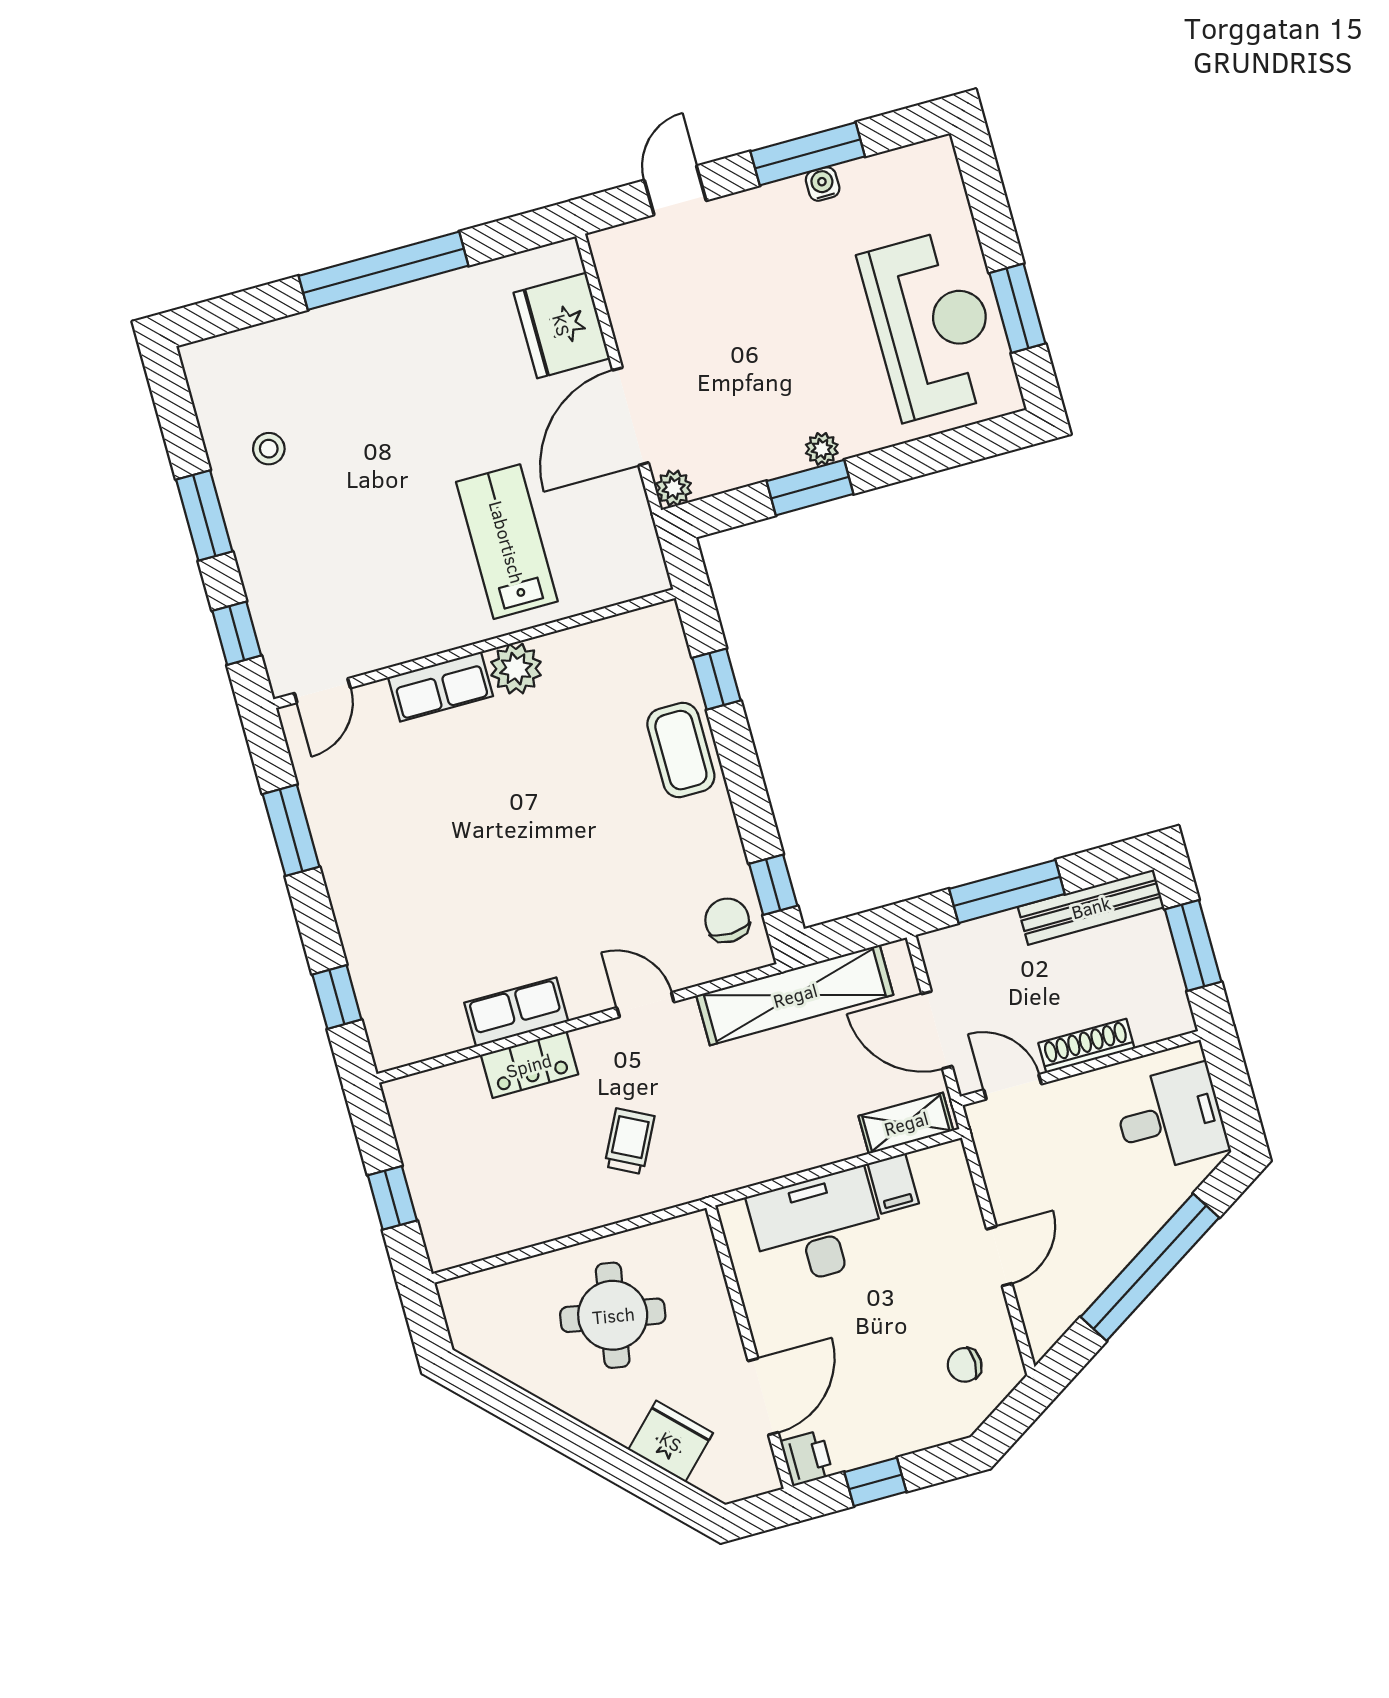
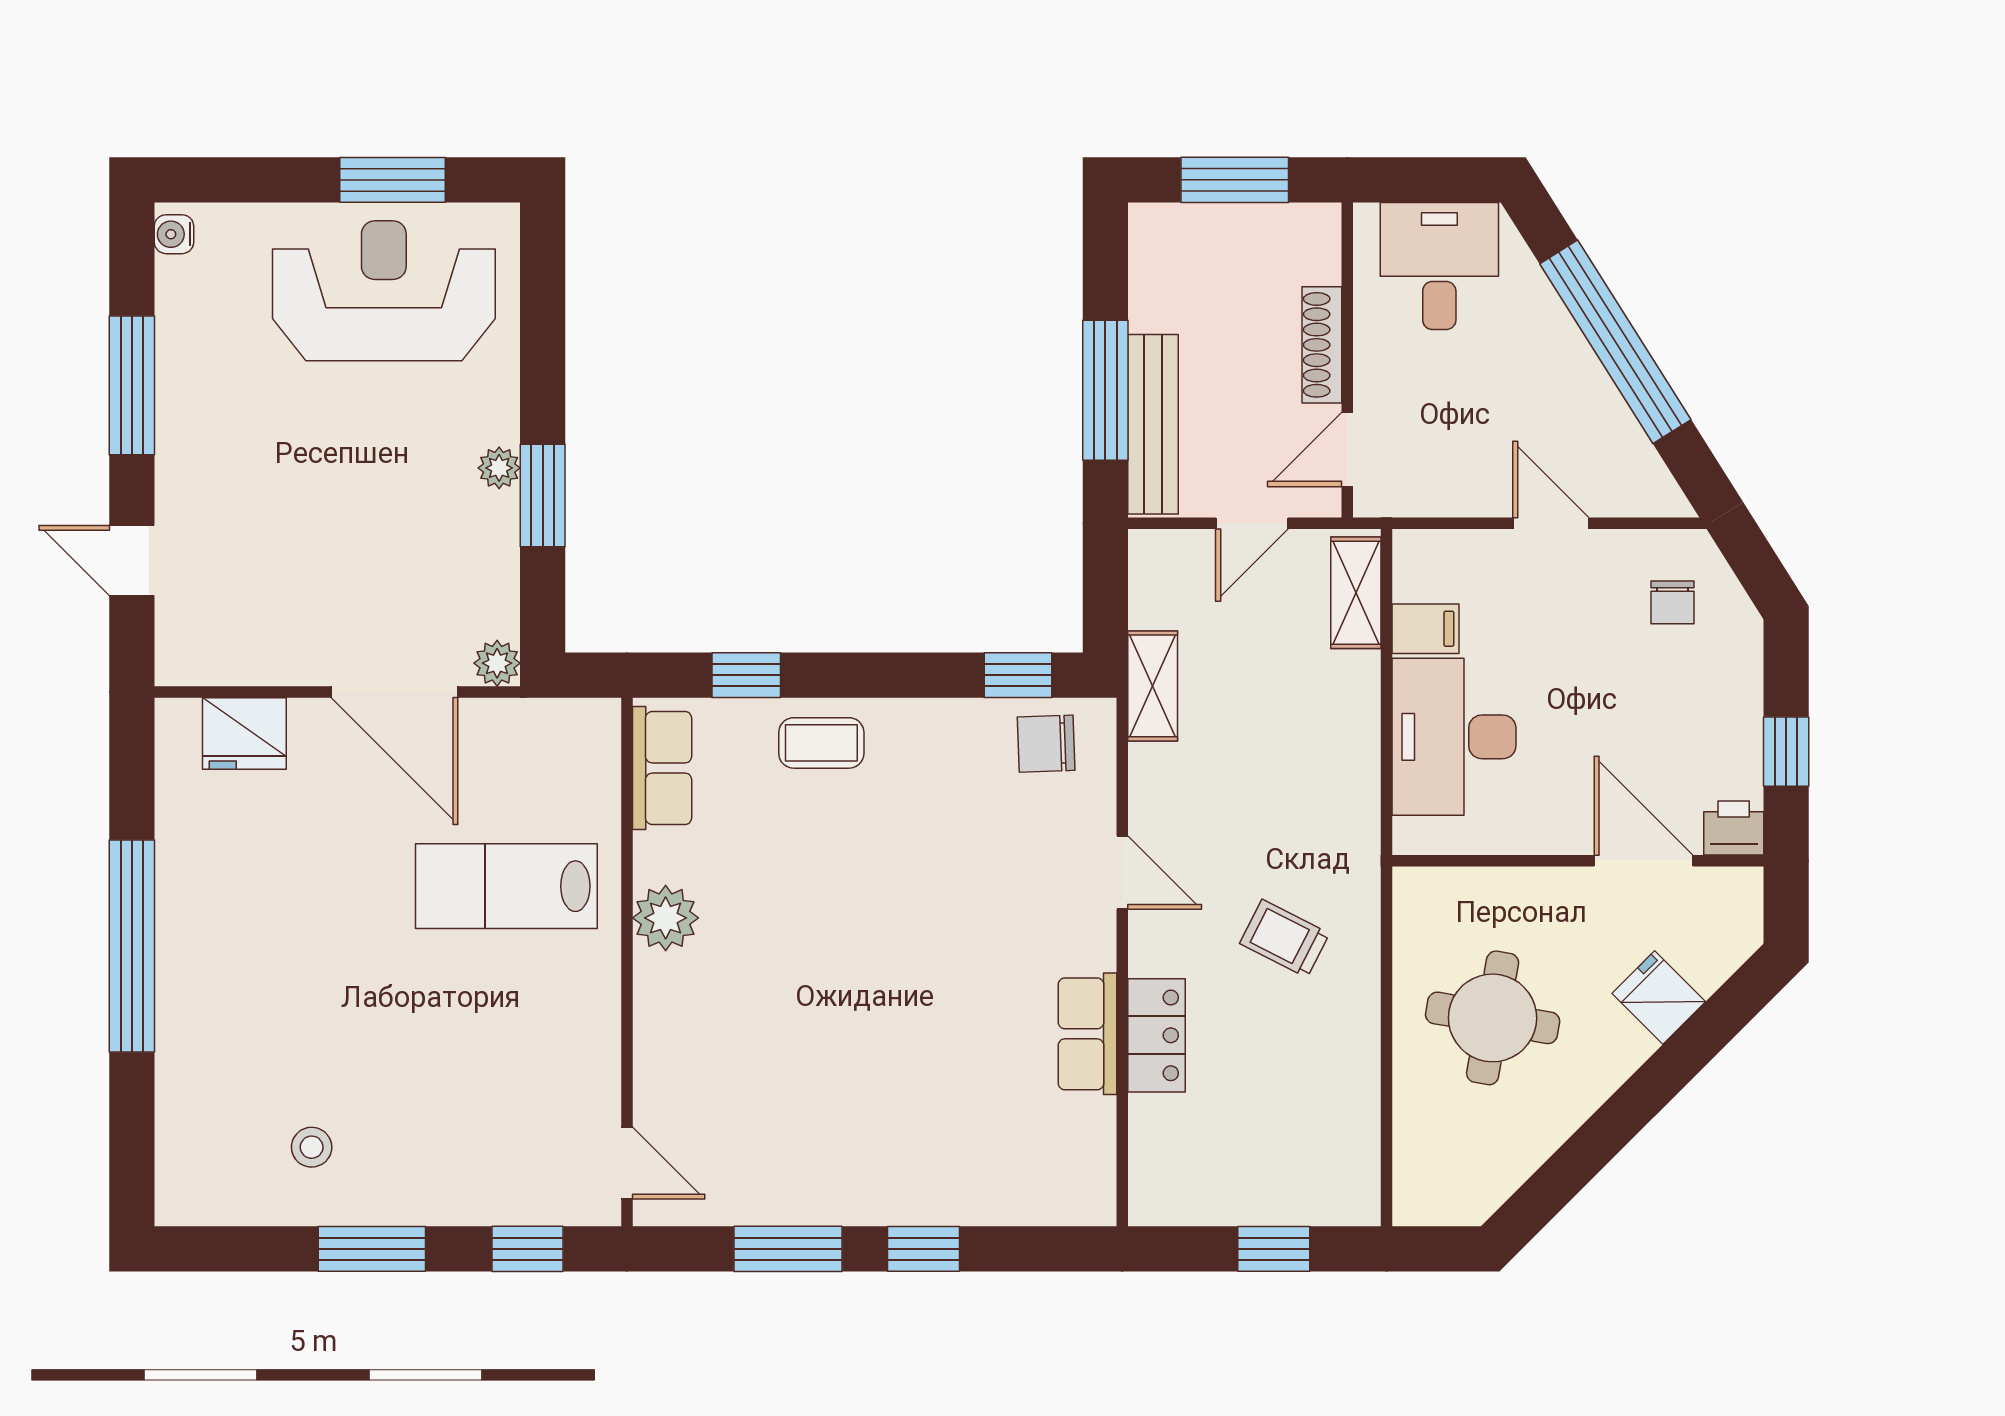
water cooler: (823, 184) -> (174, 234), moved
fridge: (562, 325) -> (244, 733), width x0.73, depth x0.75
row of seats: (440, 687) -> (662, 768), moved
coffee table: (681, 750) -> (821, 743), width x0.73, depth x0.77
bench: (1091, 907) -> (1153, 424), moved
shelving: (795, 995) -> (1153, 686), width x0.45, depth x0.75
window: (337, 997) -> (923, 1249), moved
door: (645, 1005) -> (1122, 873), swing flipped
door: (937, 1030) -> (1252, 523), width x0.73
fridge: (671, 1441) -> (1659, 998), width x0.72

